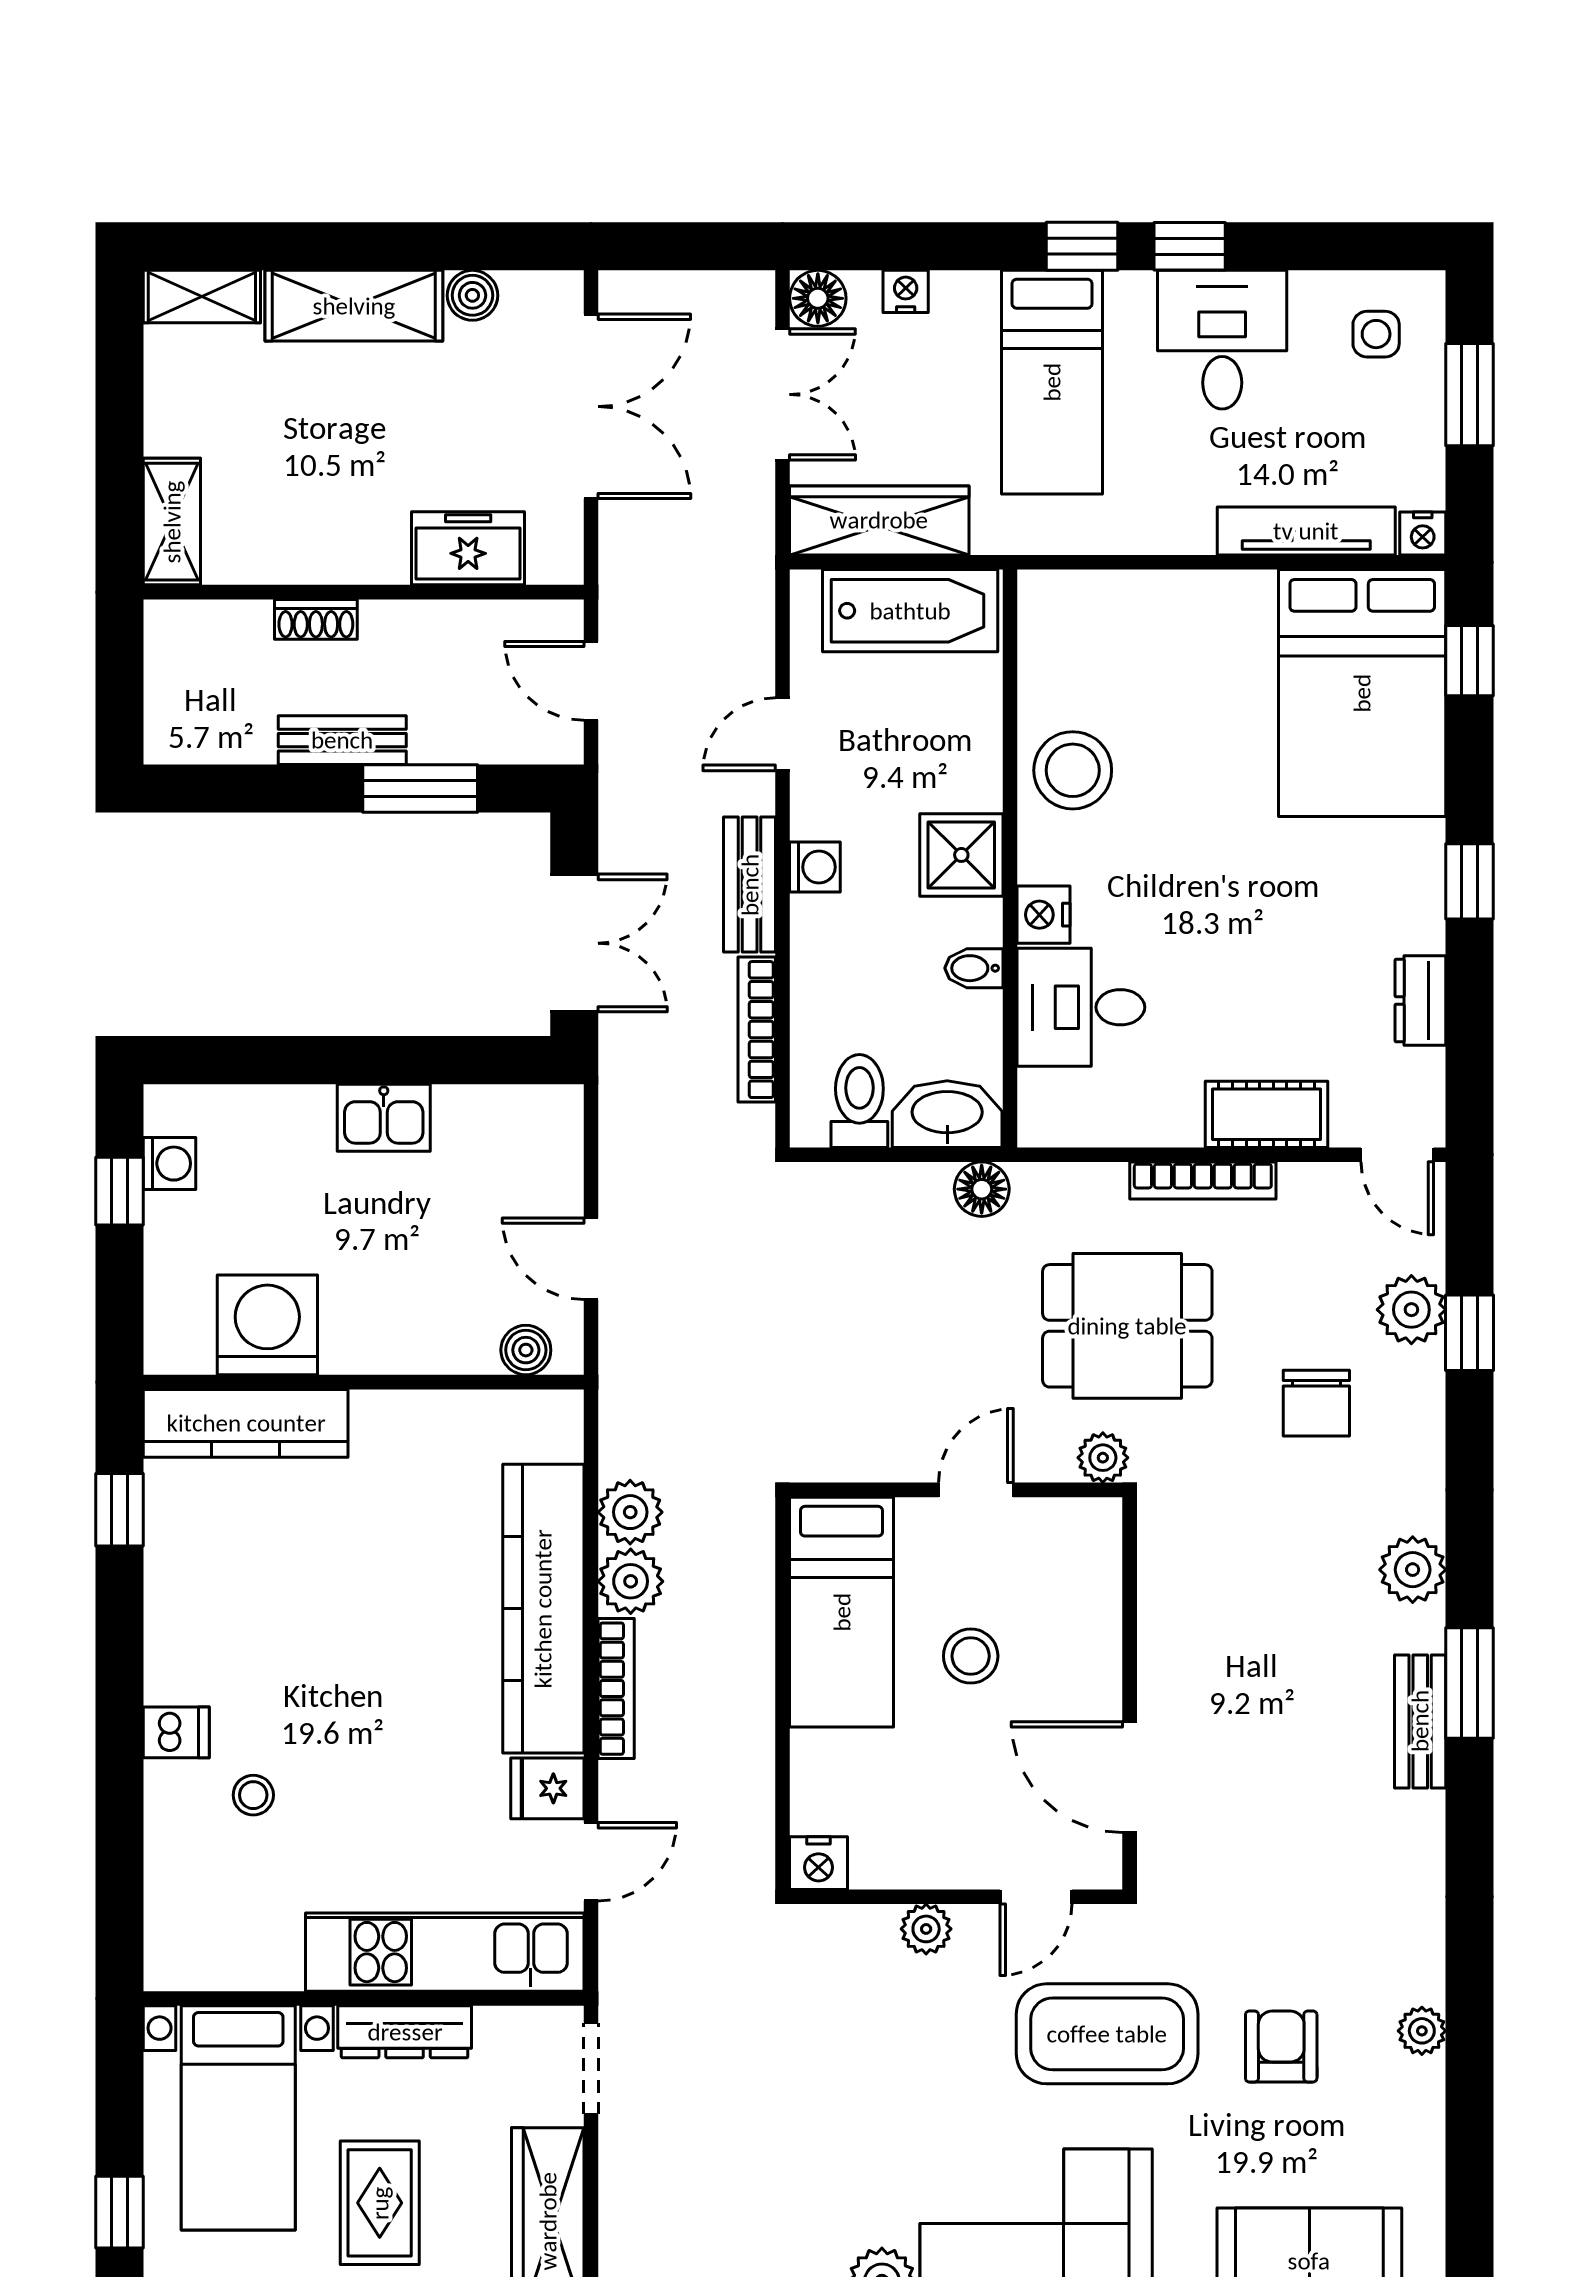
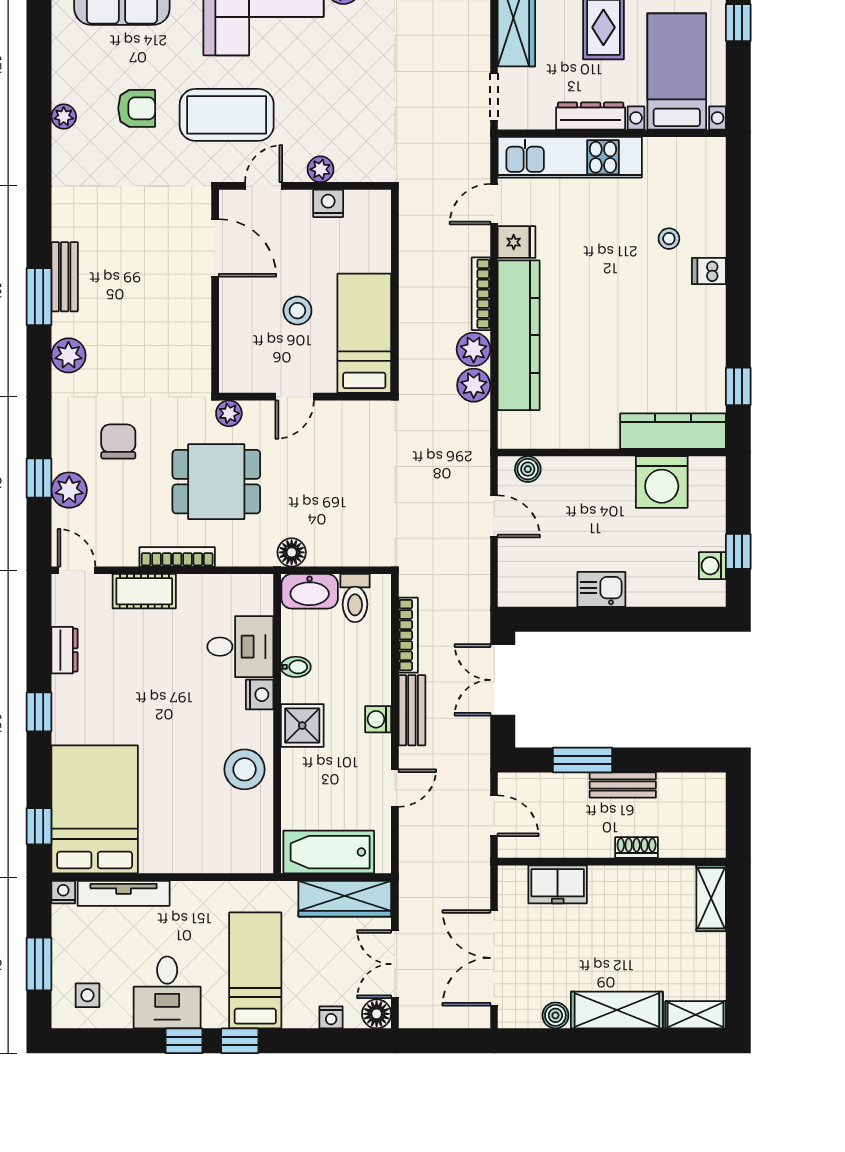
nightstand: (819, 1863) -> (328, 203), moved
armchair: (1281, 2046) -> (137, 108), turned -90

